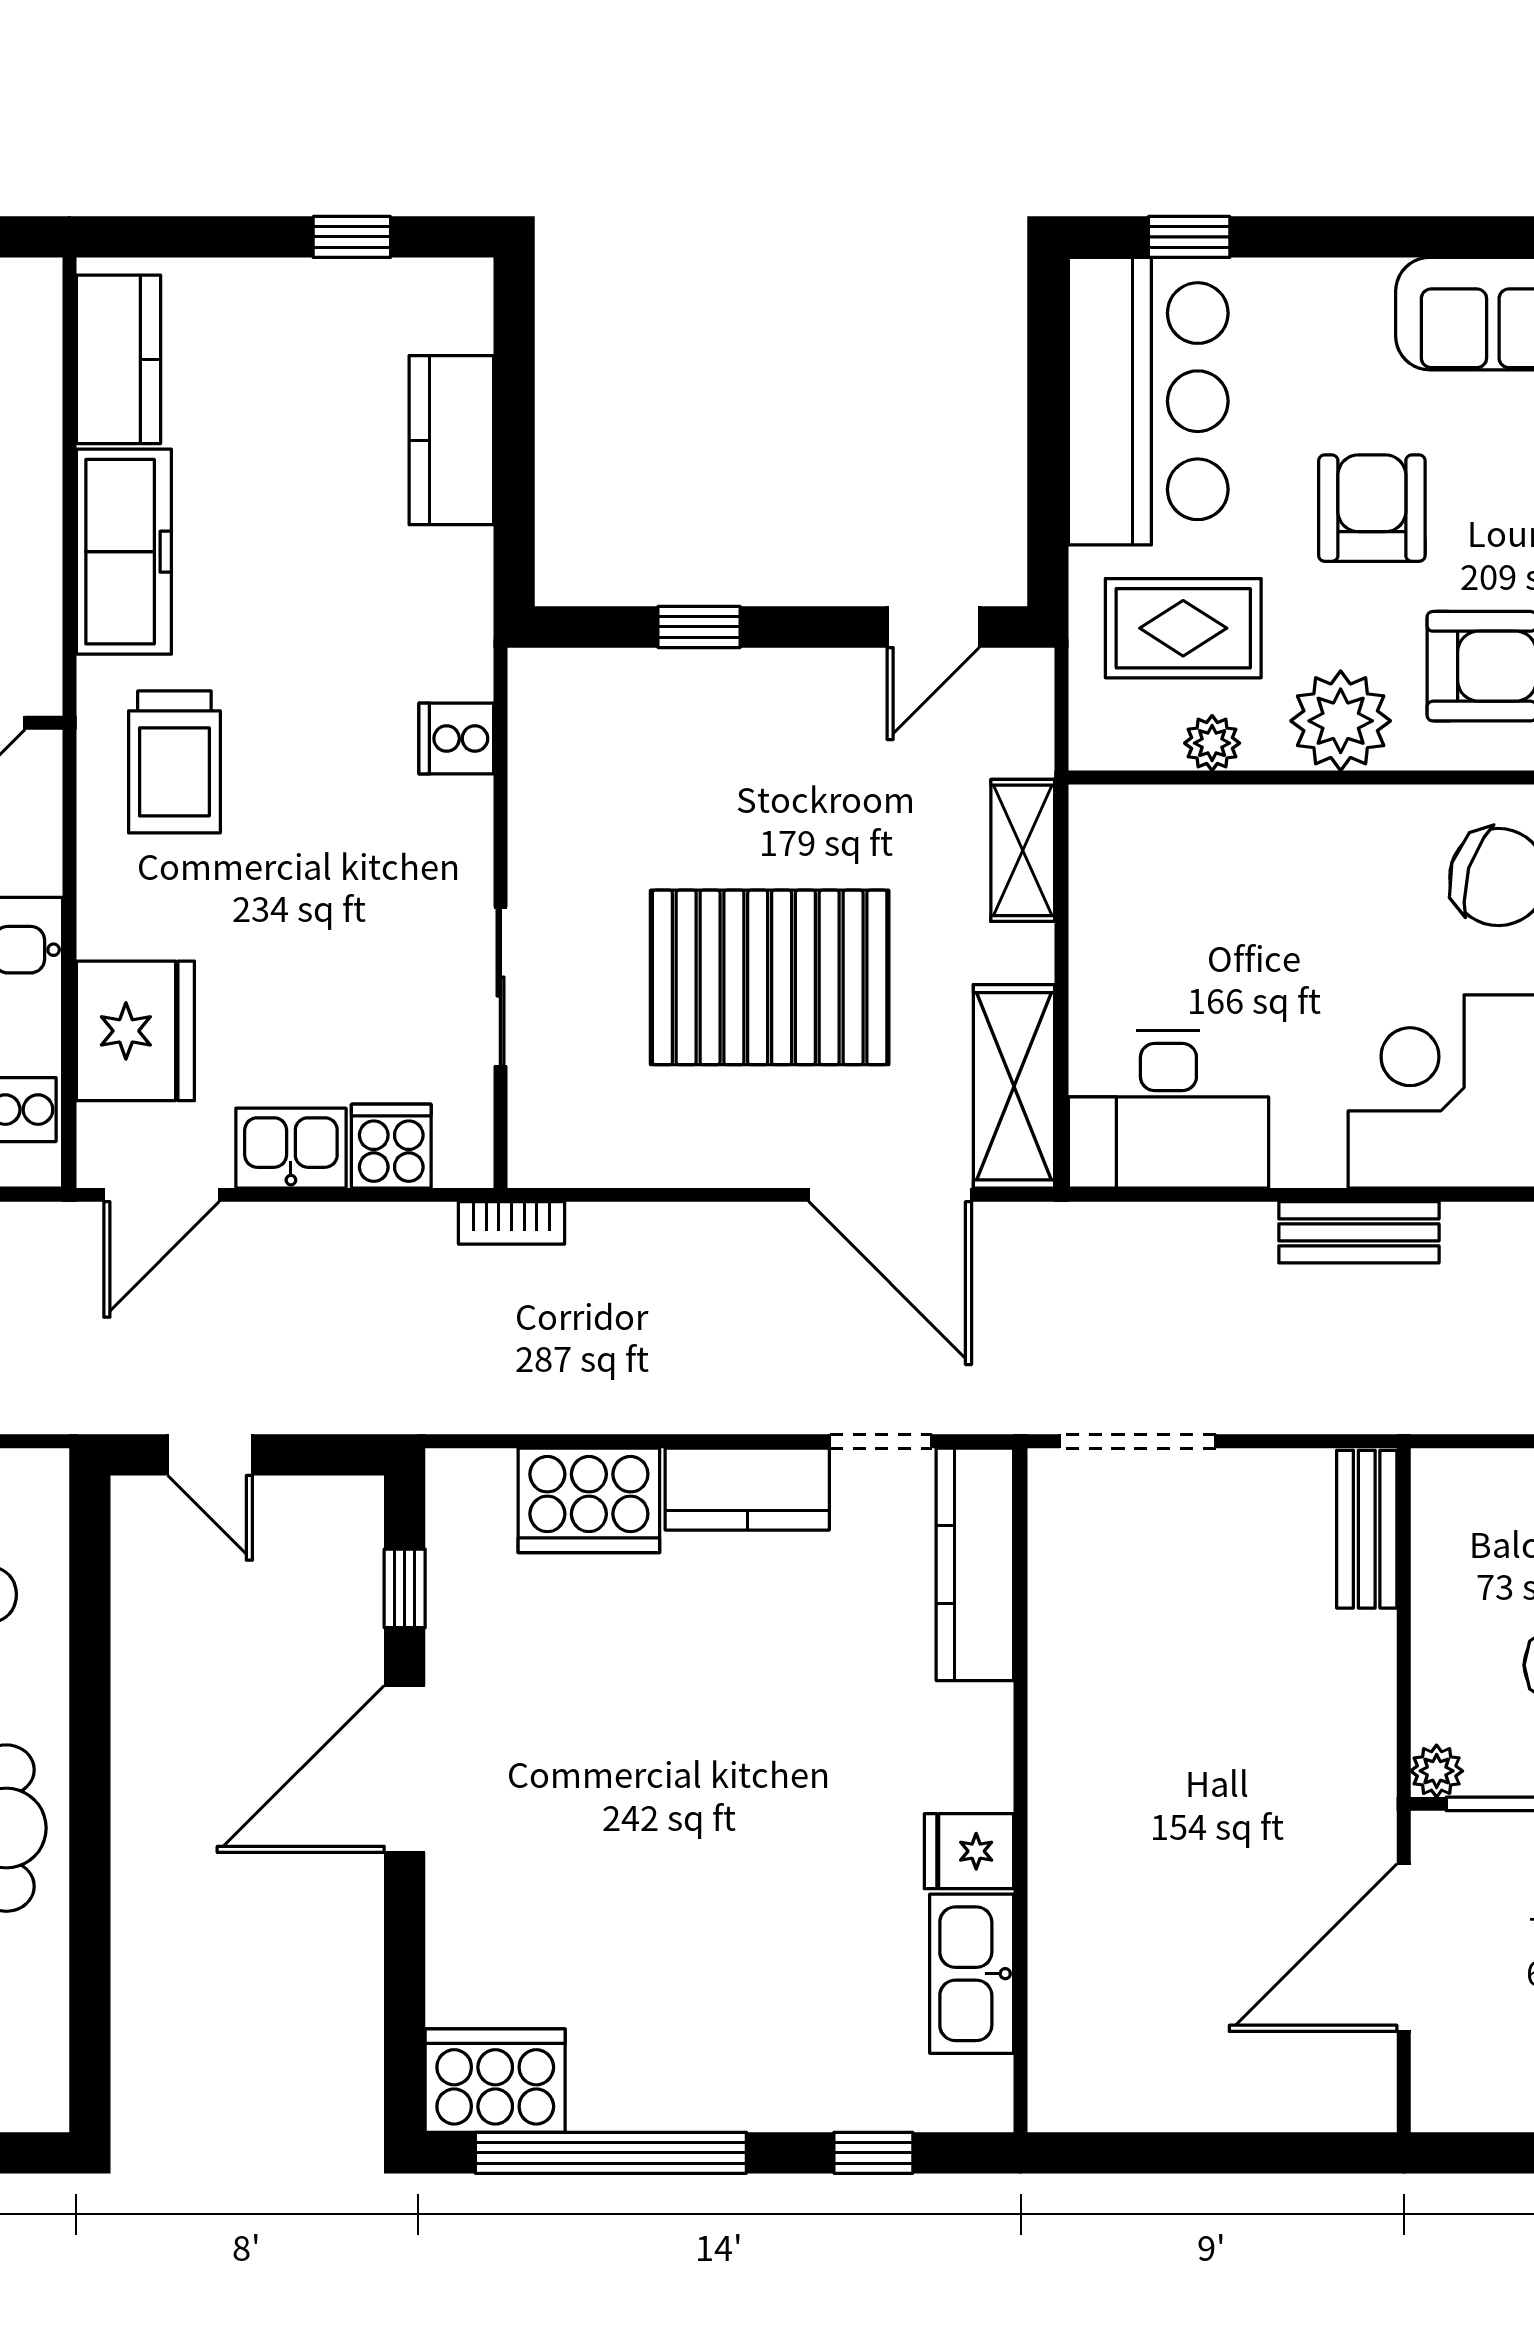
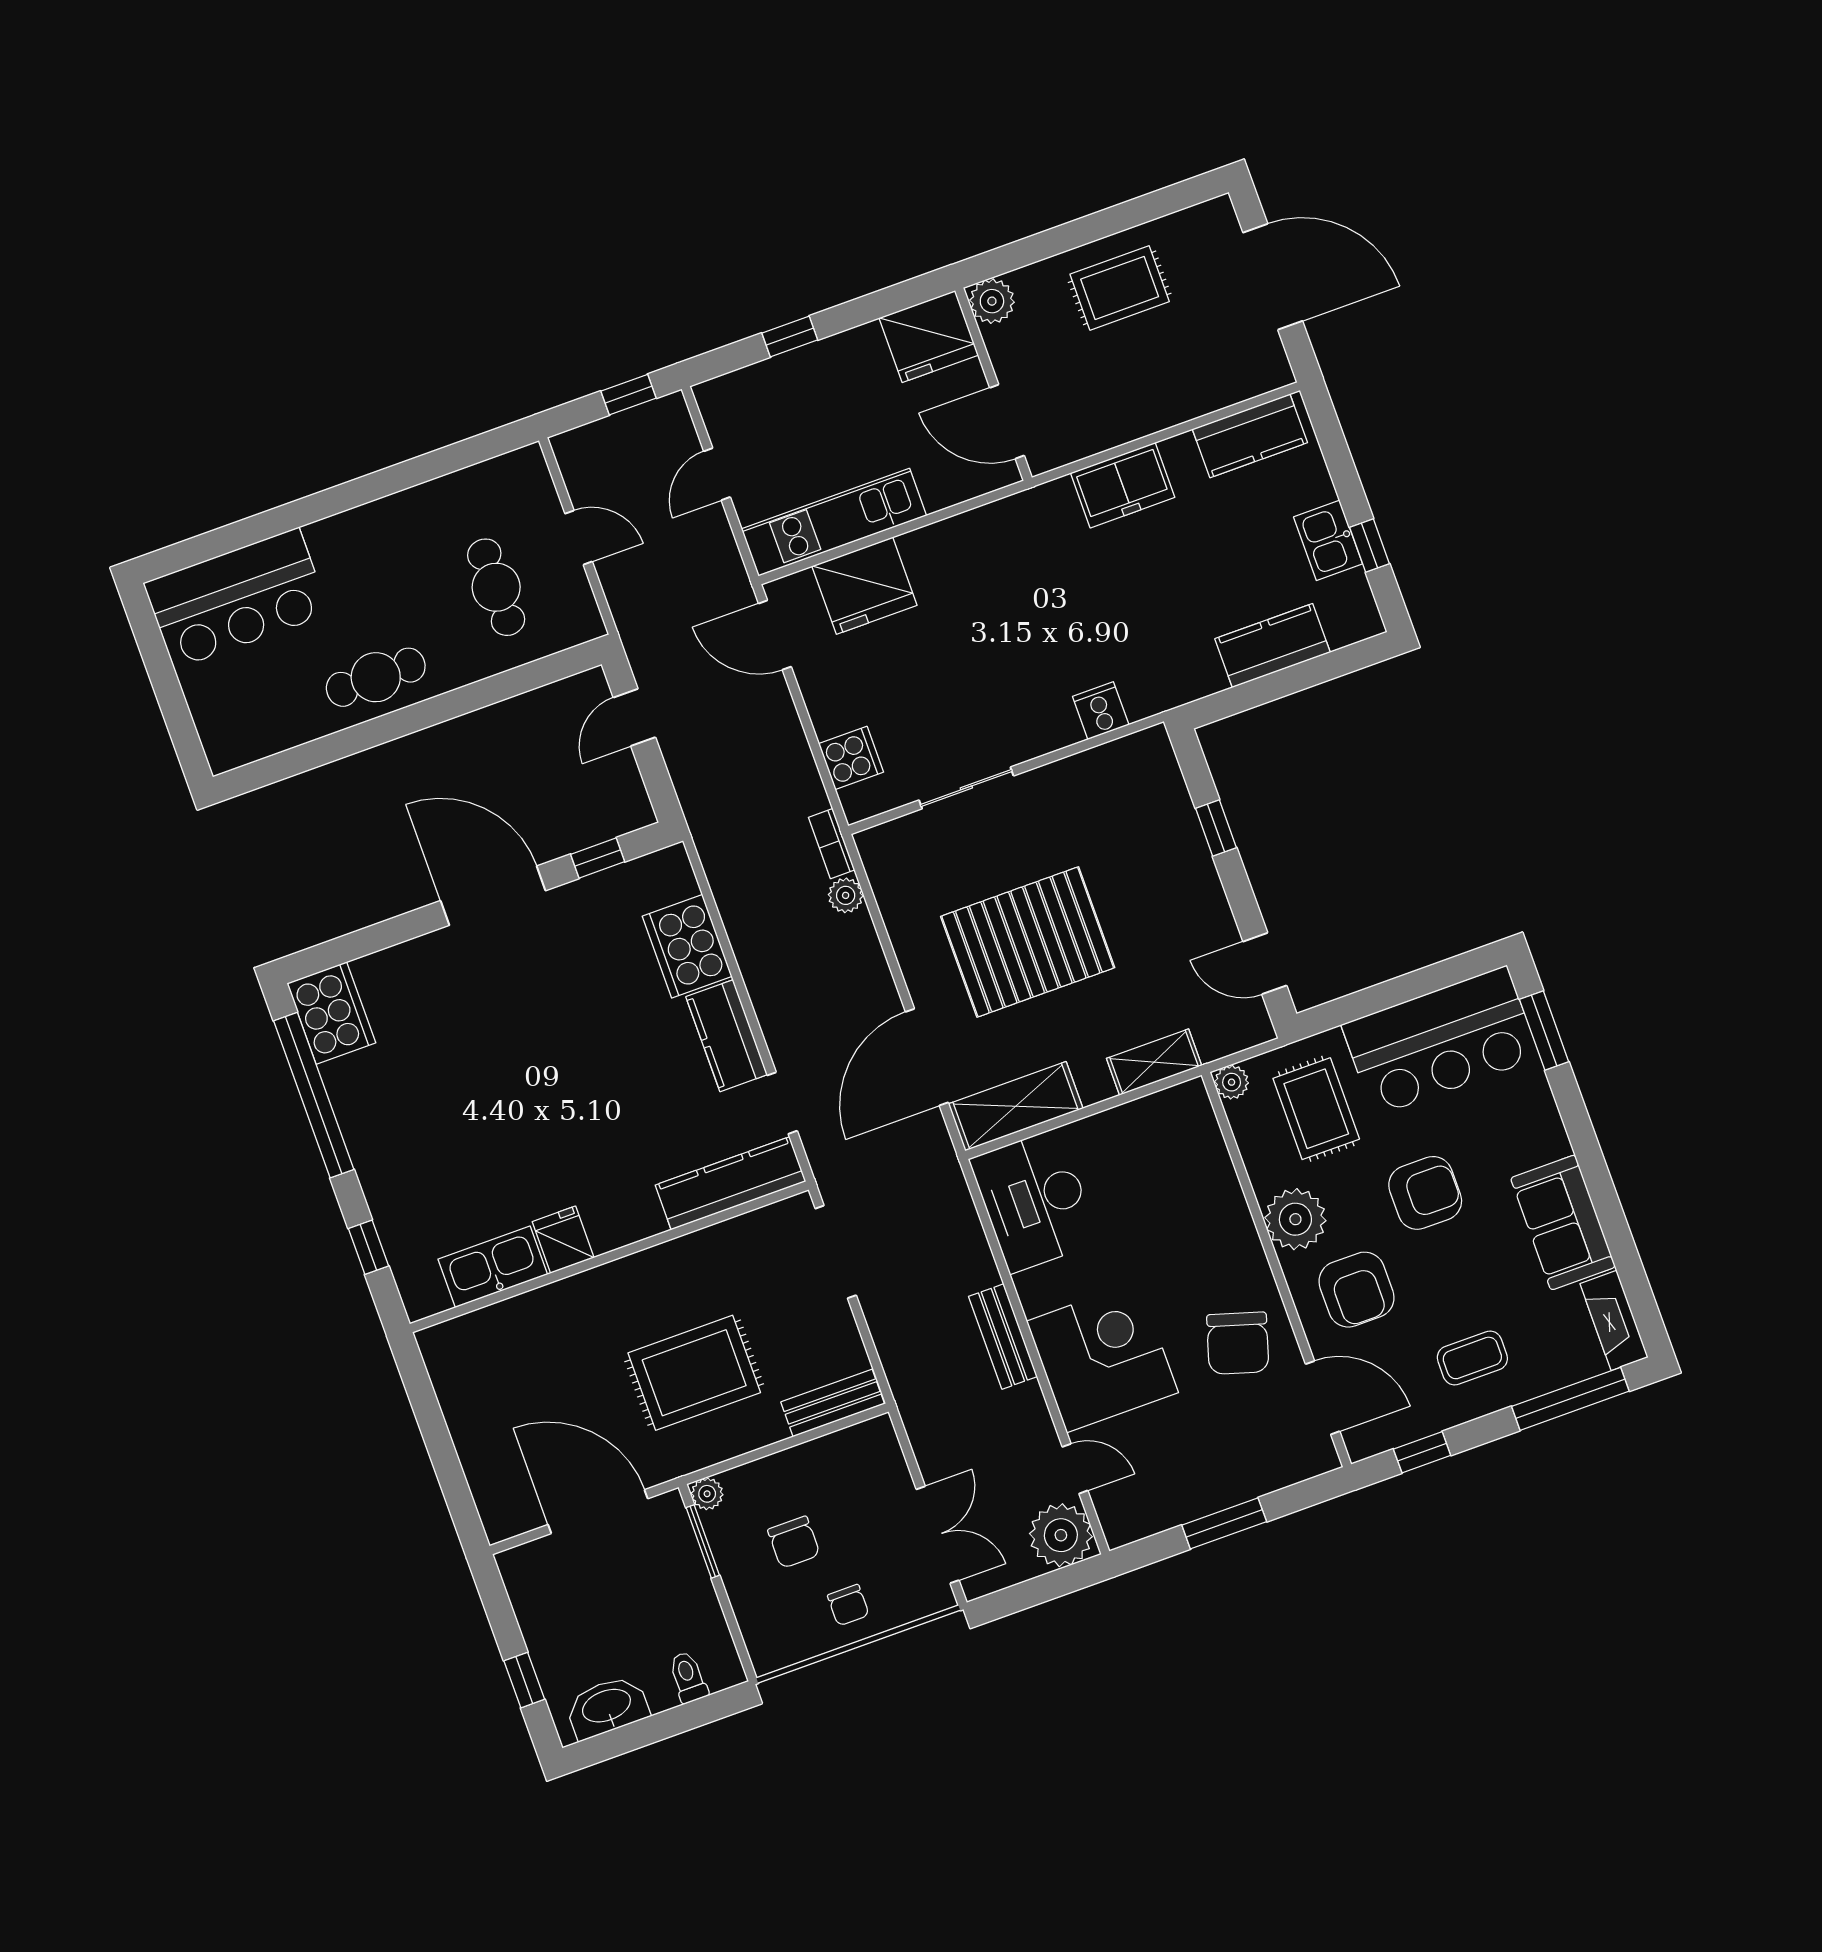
window: (1189, 237) -> (1544, 1031), width x1.50
freezer: (124, 552) -> (1123, 485), width x0.71
plant: (1212, 743) -> (1232, 1082), moved
trolley: (174, 762) -> (1028, 552), removed
pallet: (770, 977) -> (1028, 942), turned 90
kitchen sink: (291, 1148) -> (1328, 540), moved, turned 180
plant: (598, 1230) -> (846, 895), added
rug: (1244, 1724) -> (694, 1373), added

